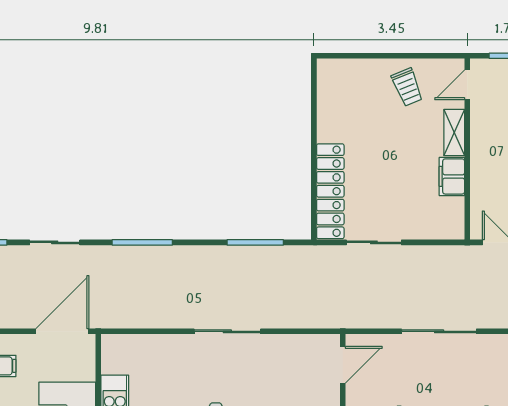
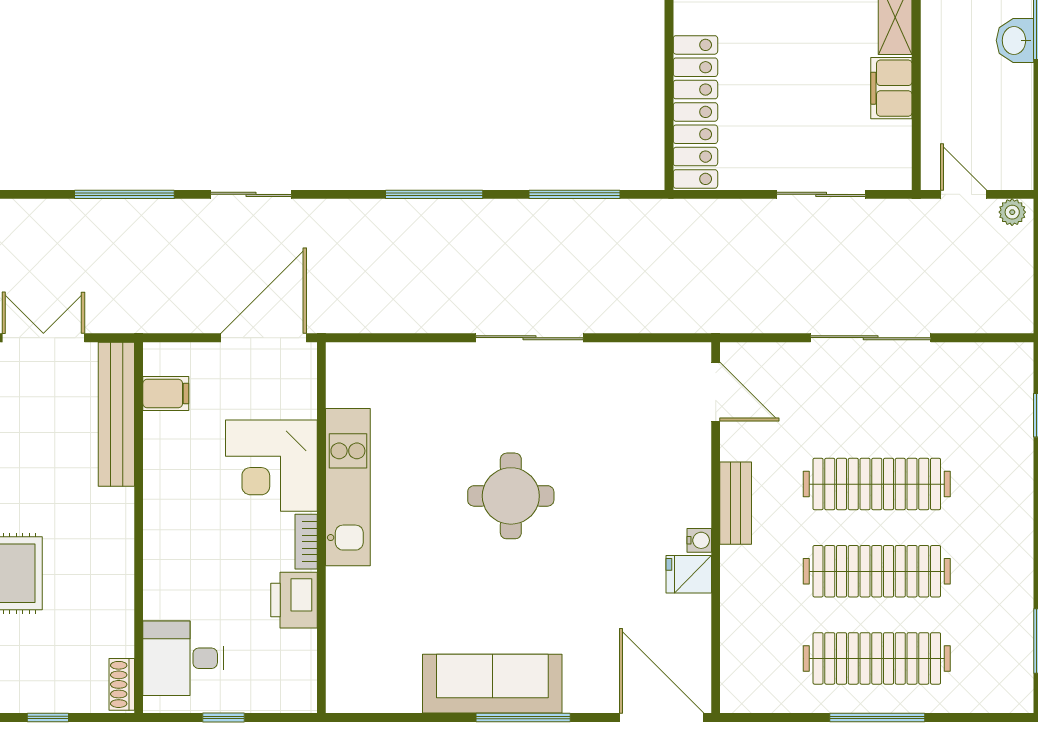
window: (142, 242) -> (434, 194), moved
sliding door: (374, 242) -> (821, 194), moved
door: (343, 365) -> (716, 392), hinge flipped

